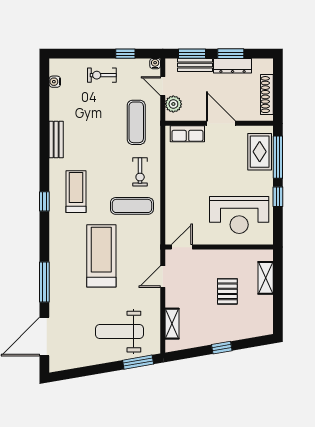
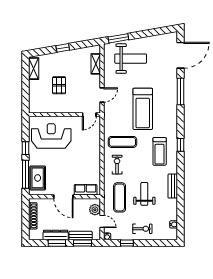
weight bench: (99, 128) -> (144, 194), added
shelving: (266, 278) -> (34, 69), moved

